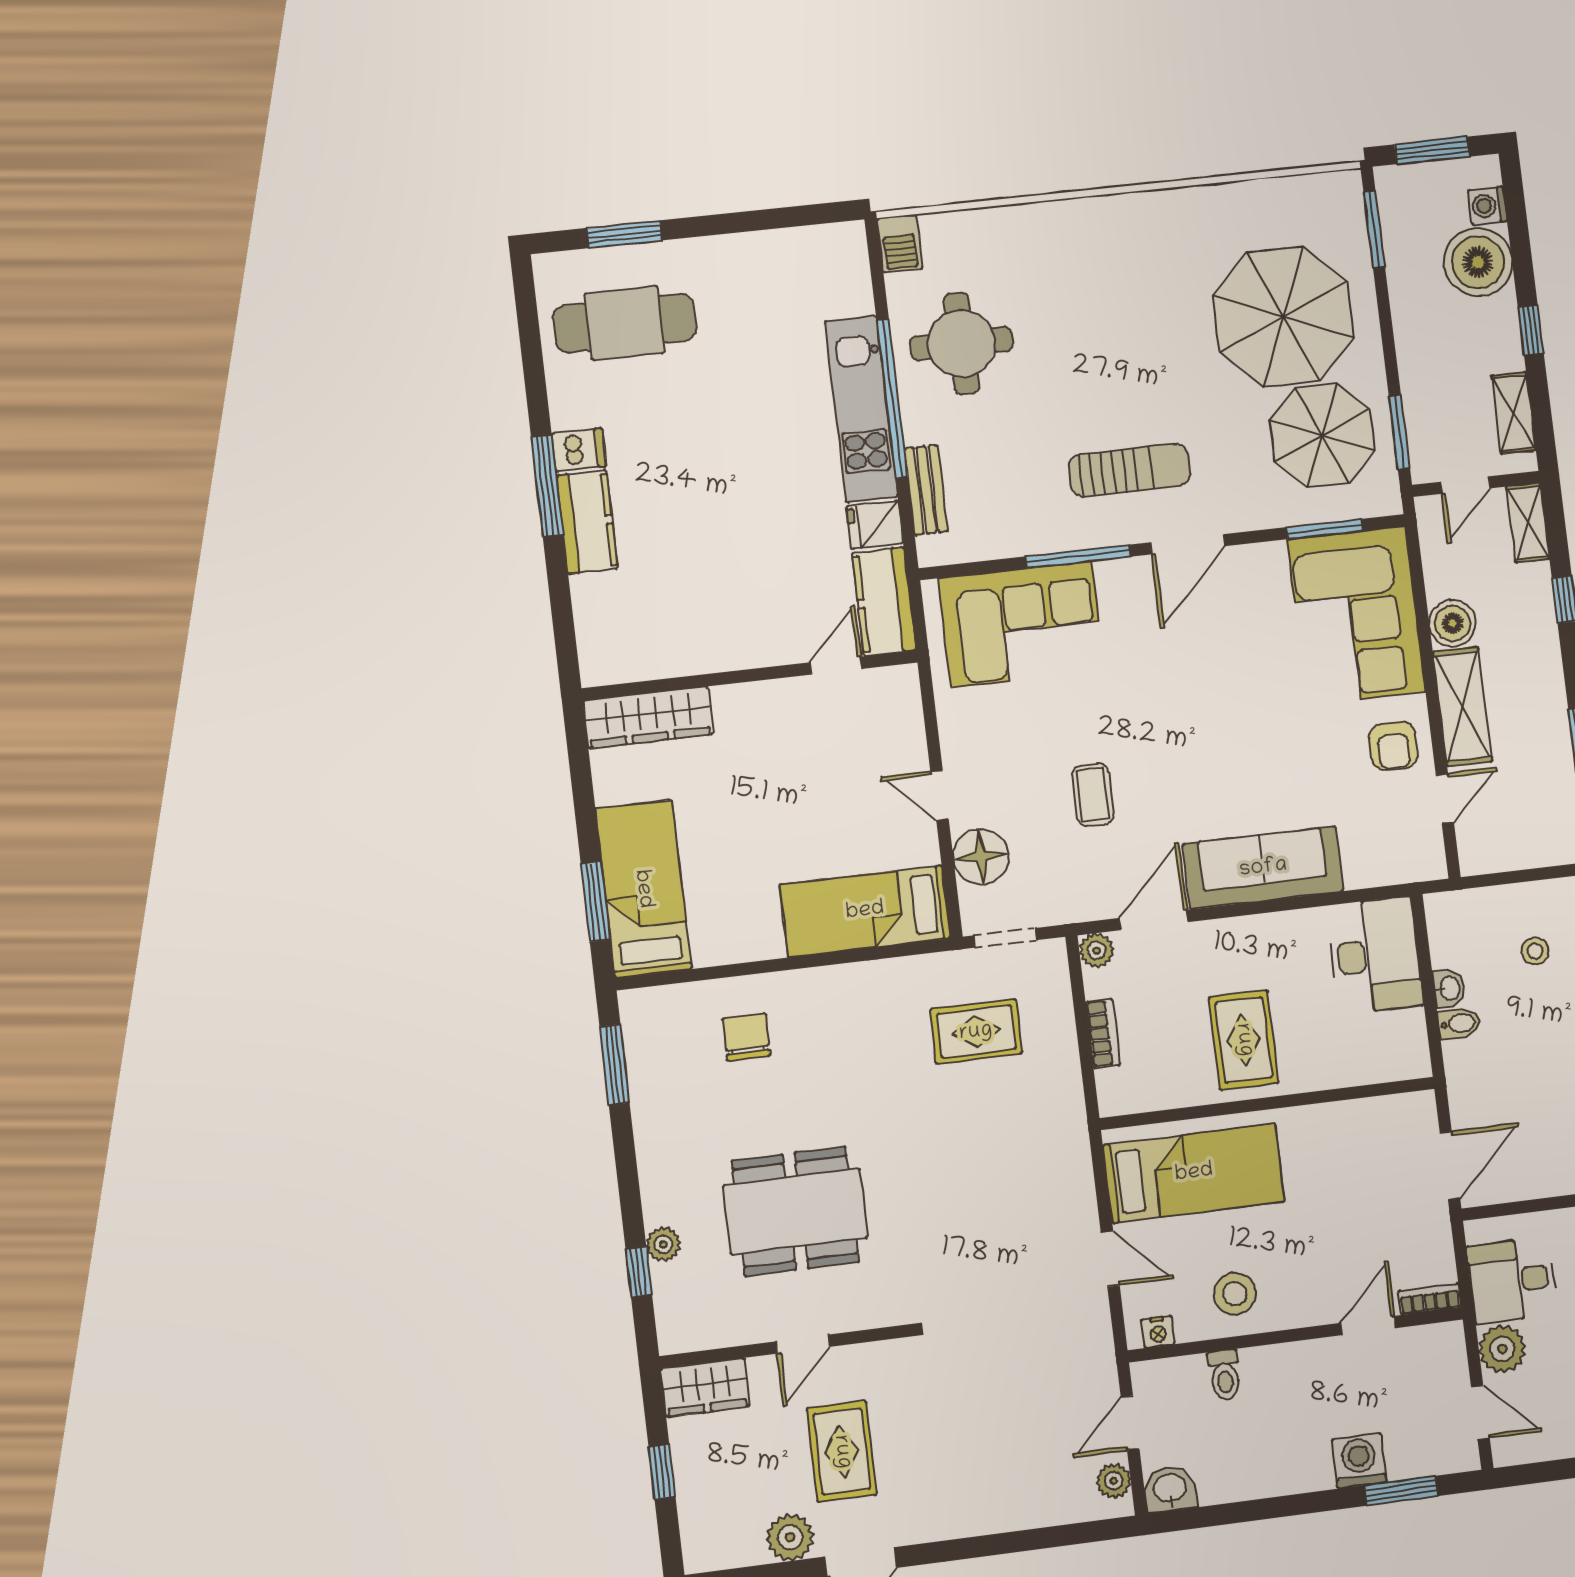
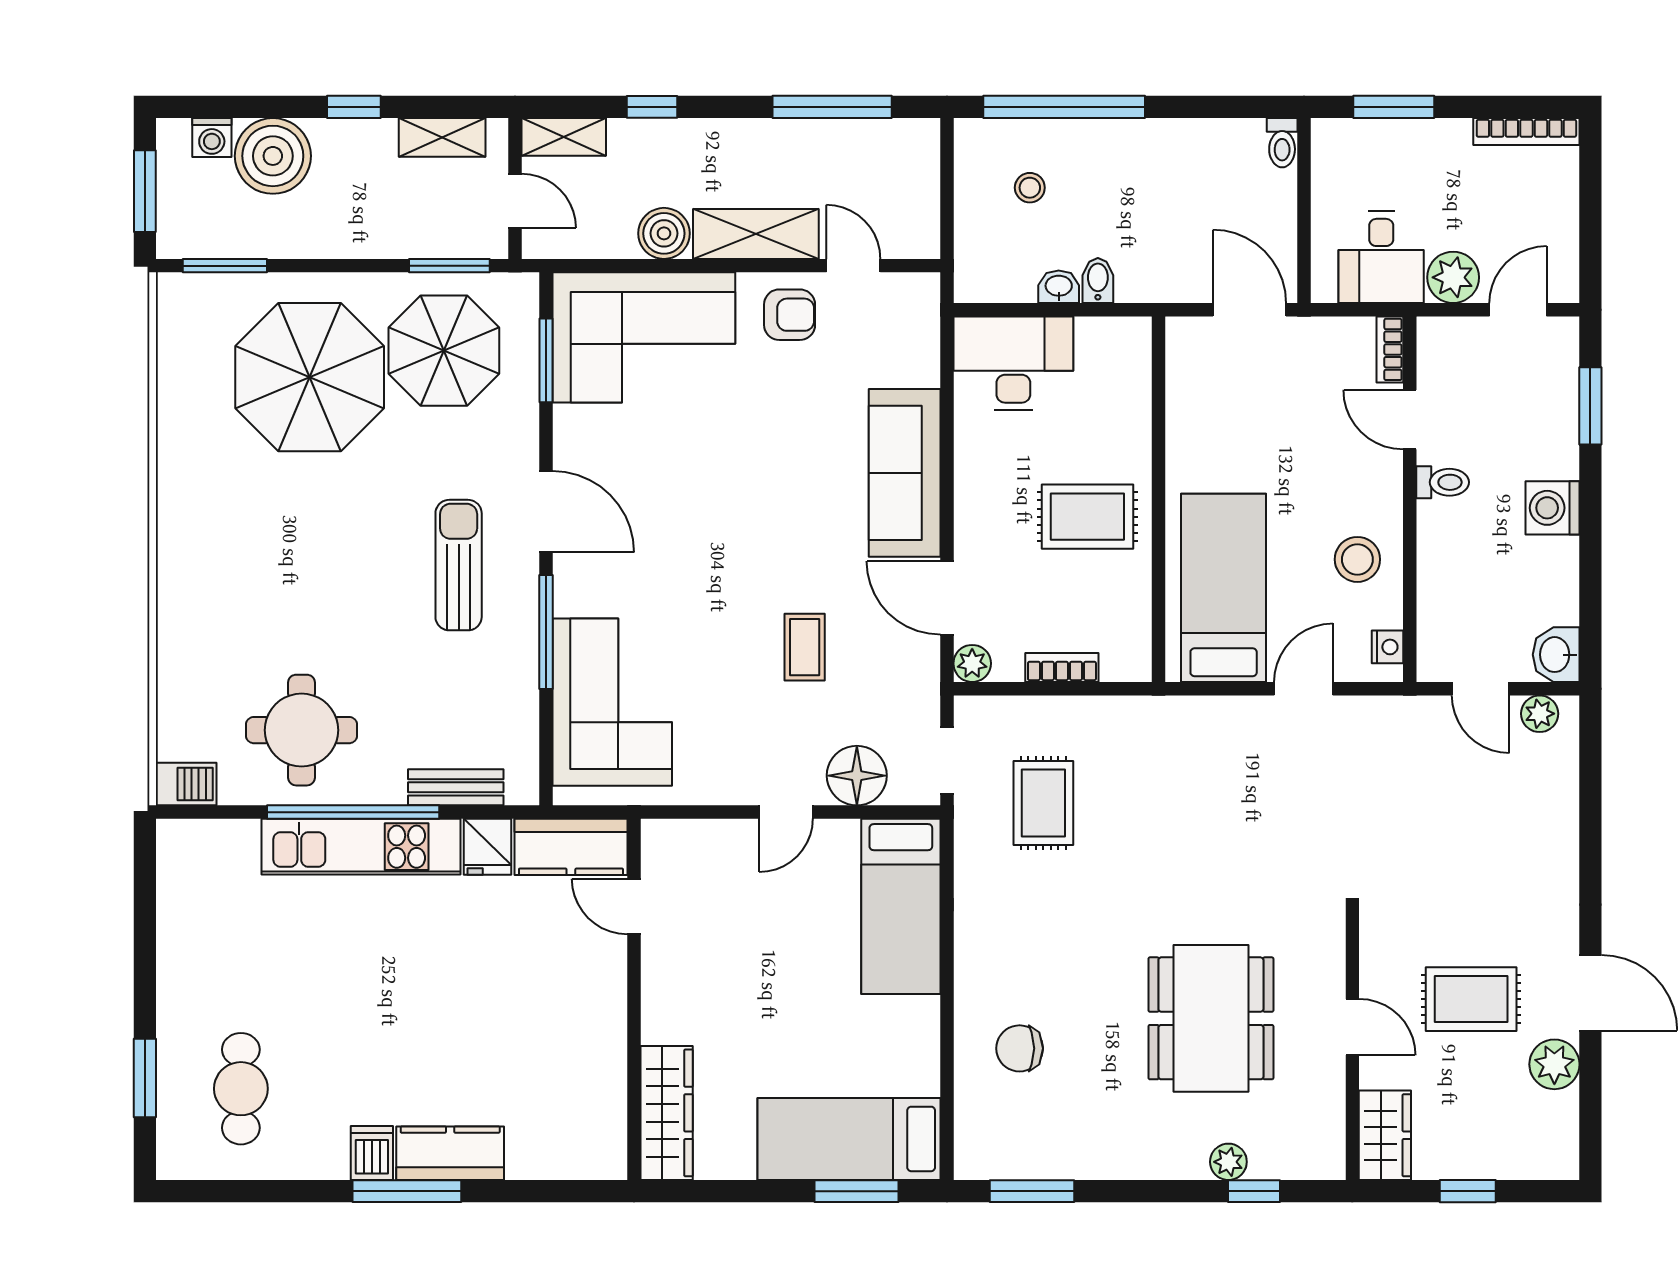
cafe table: (625, 323) -> (241, 1089), width x0.73, depth x0.74
coffee table: (1093, 795) -> (805, 647), turned 90
toilet: (1225, 1375) -> (1443, 482), moved
washing machine: (1359, 1461) -> (1553, 508), moved

